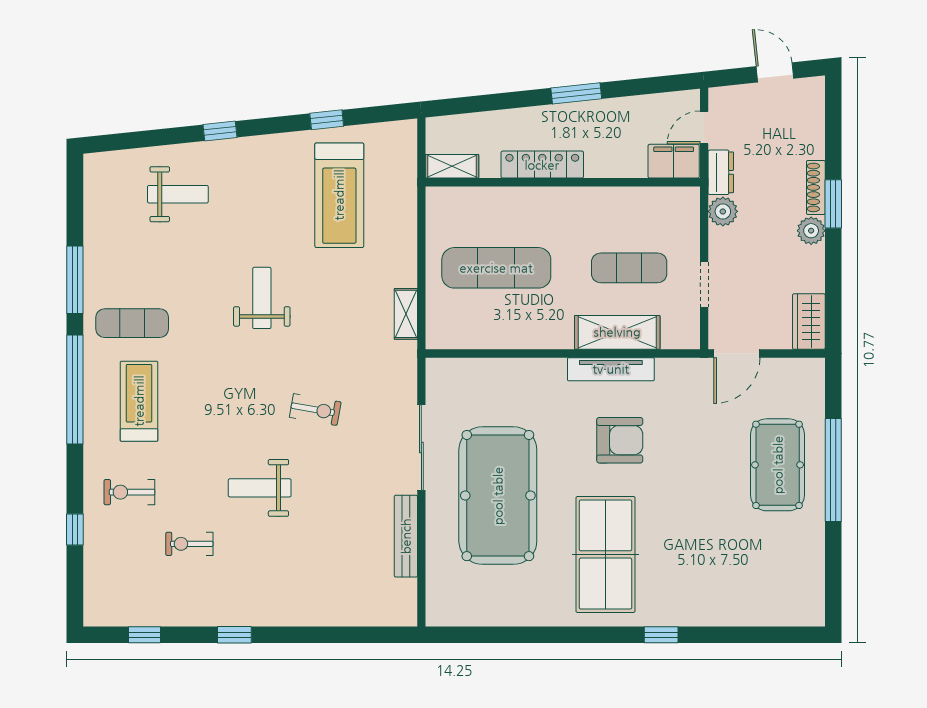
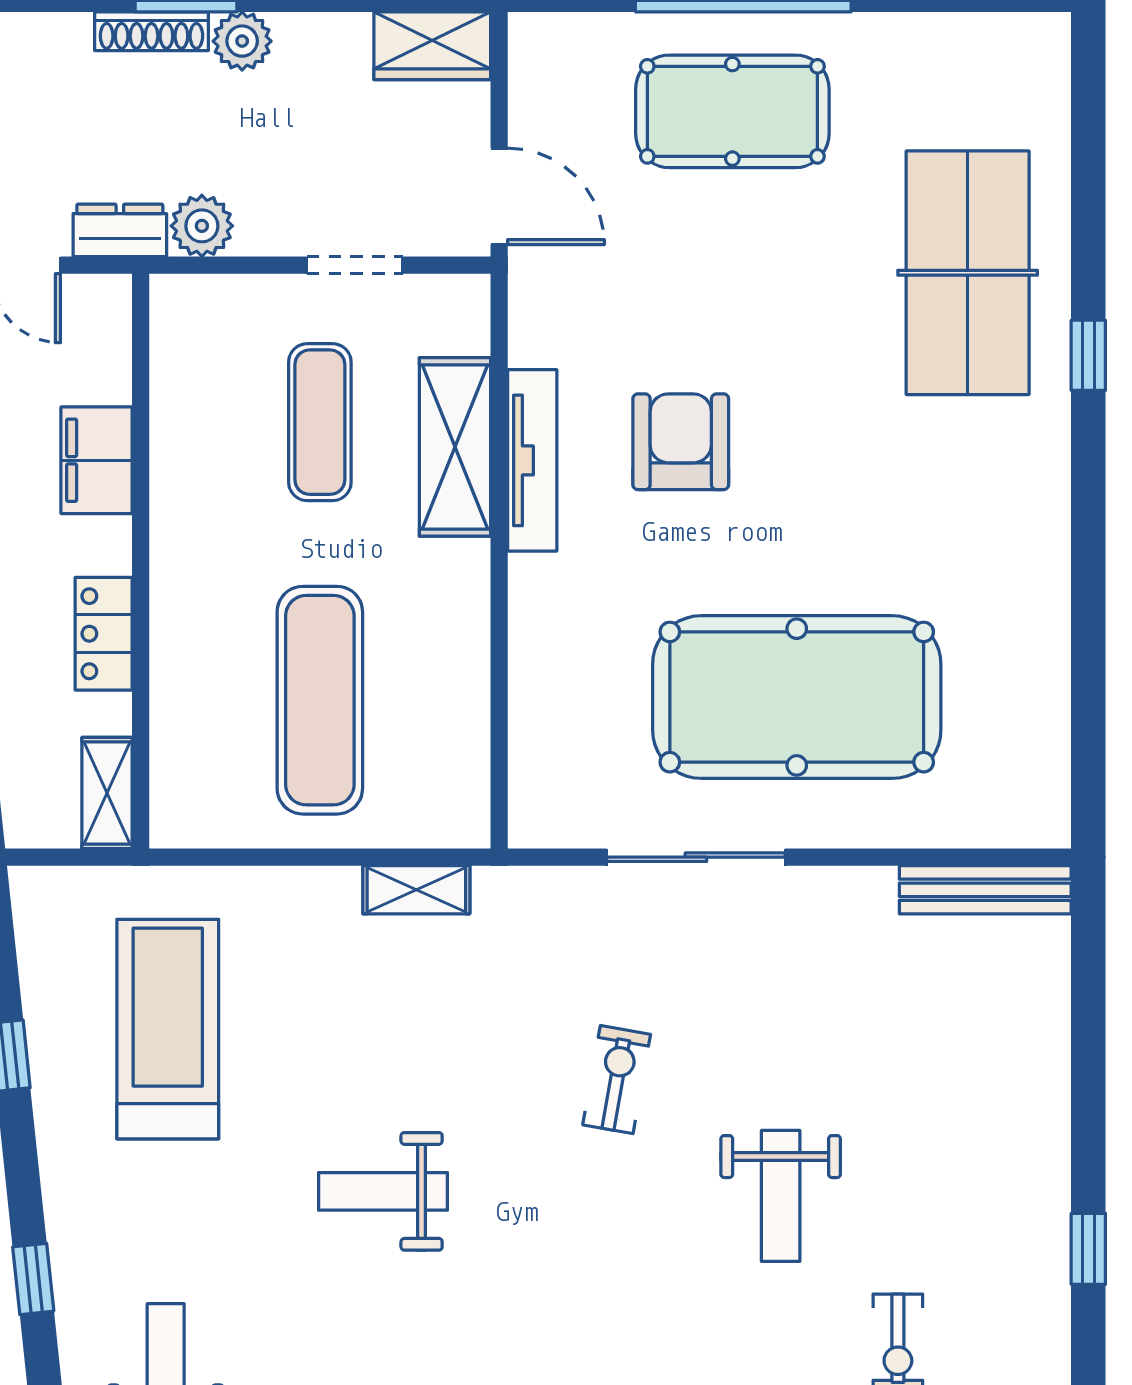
filing cabinet: (674, 161) -> (96, 460), moved
locker: (542, 165) -> (104, 634), width x0.66
treadmill: (339, 195) -> (168, 1029), turned -90
bench: (406, 536) -> (985, 890), moved
table tennis table: (606, 554) -> (968, 273), moved, turned 90

